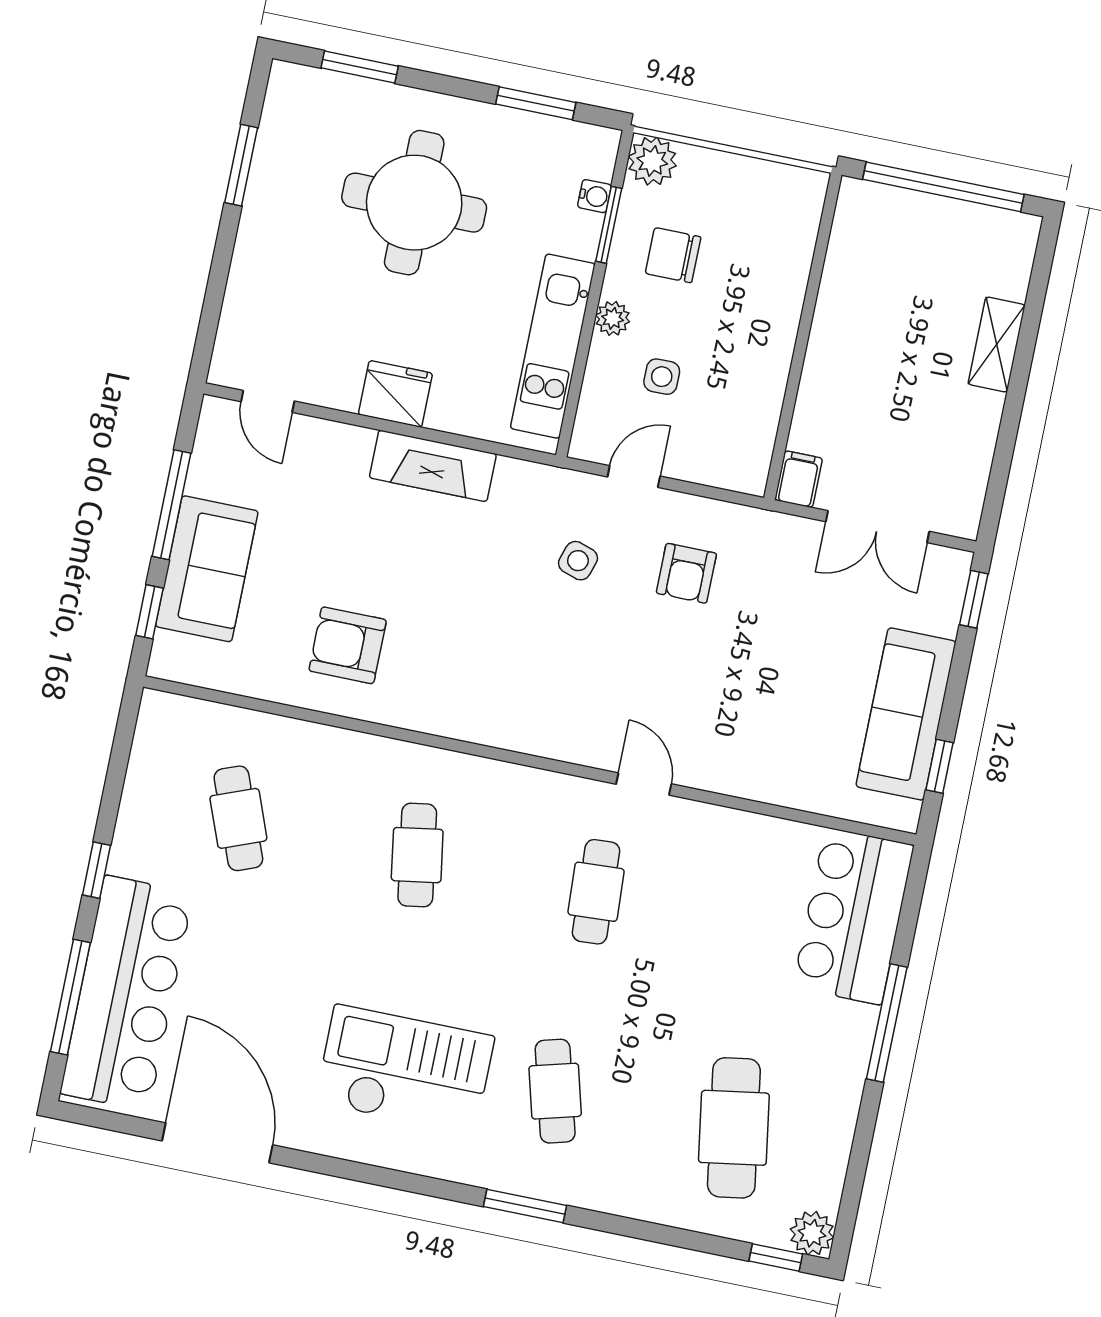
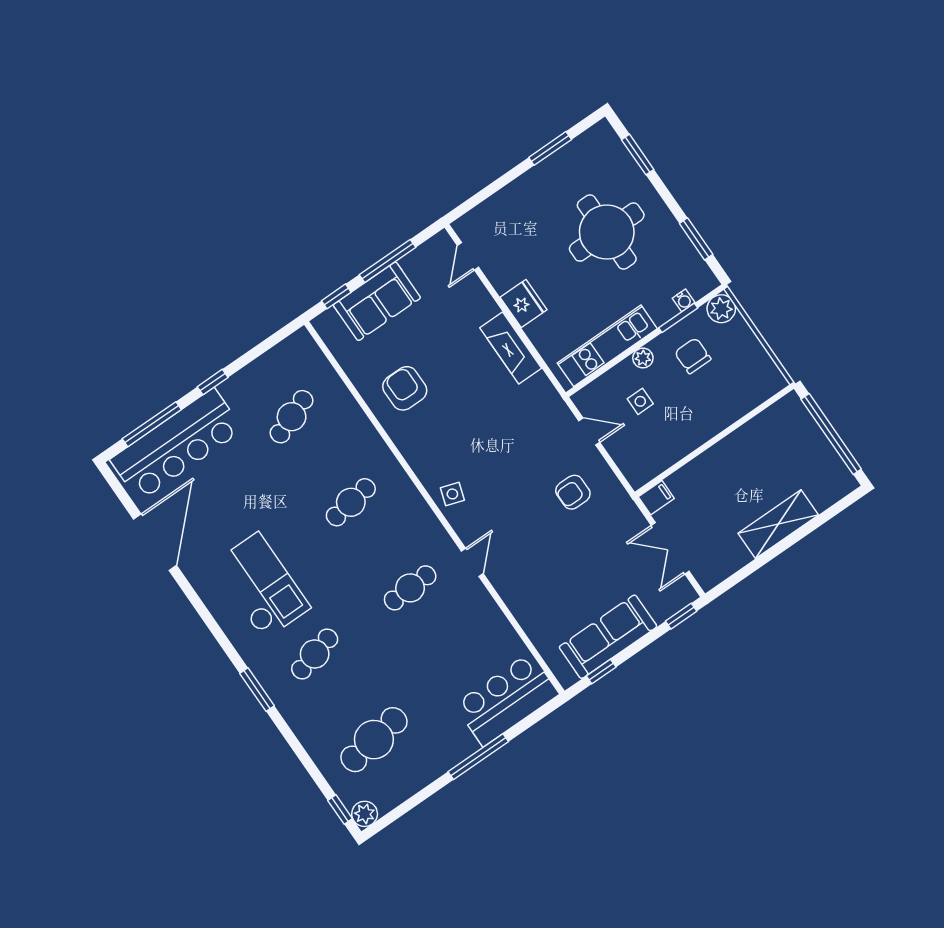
shelving: (997, 345) -> (778, 524), width x1.50, depth x1.33
side table: (578, 561) -> (452, 494), moved

